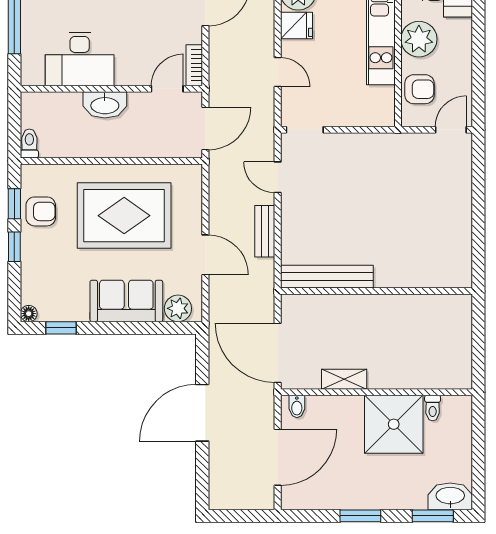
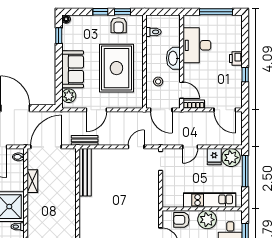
armchair: (419, 89) -> (181, 220), turned 90
stool: (150, 134) -> (158, 81), added
toilet: (29, 143) -> (154, 32), moved
bench: (265, 231) -> (85, 140), moved

